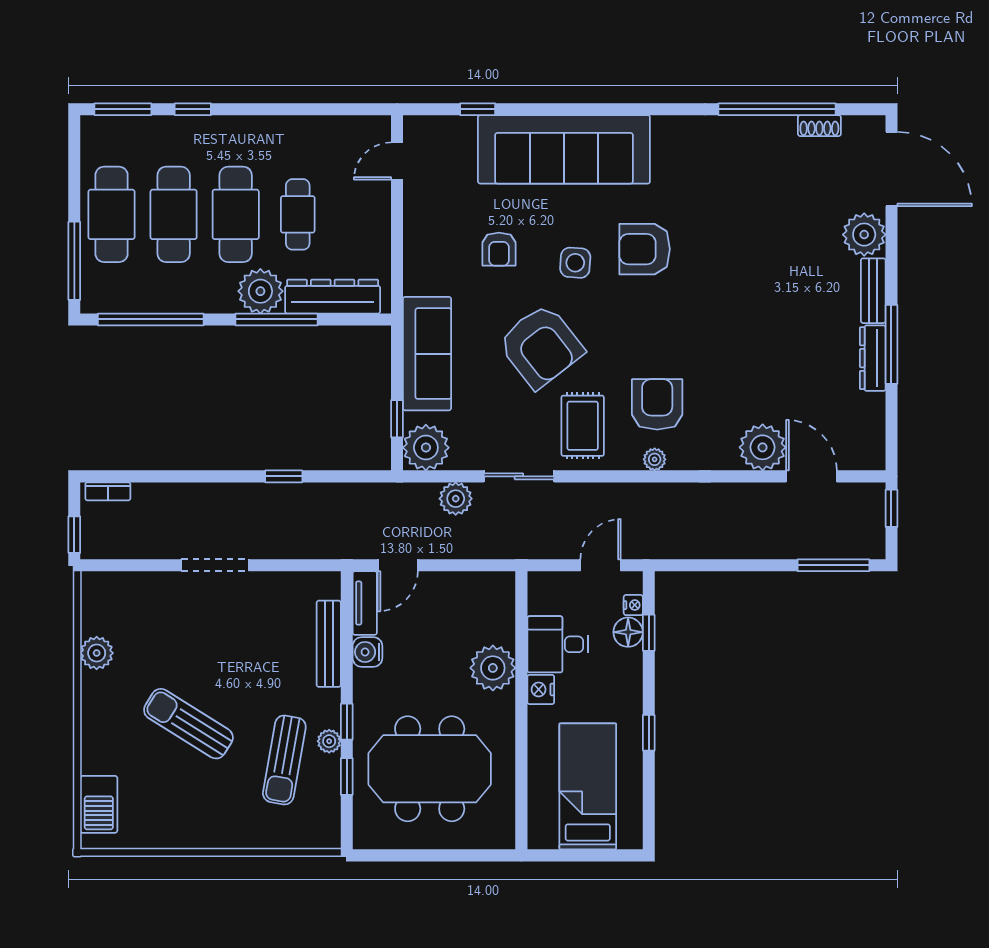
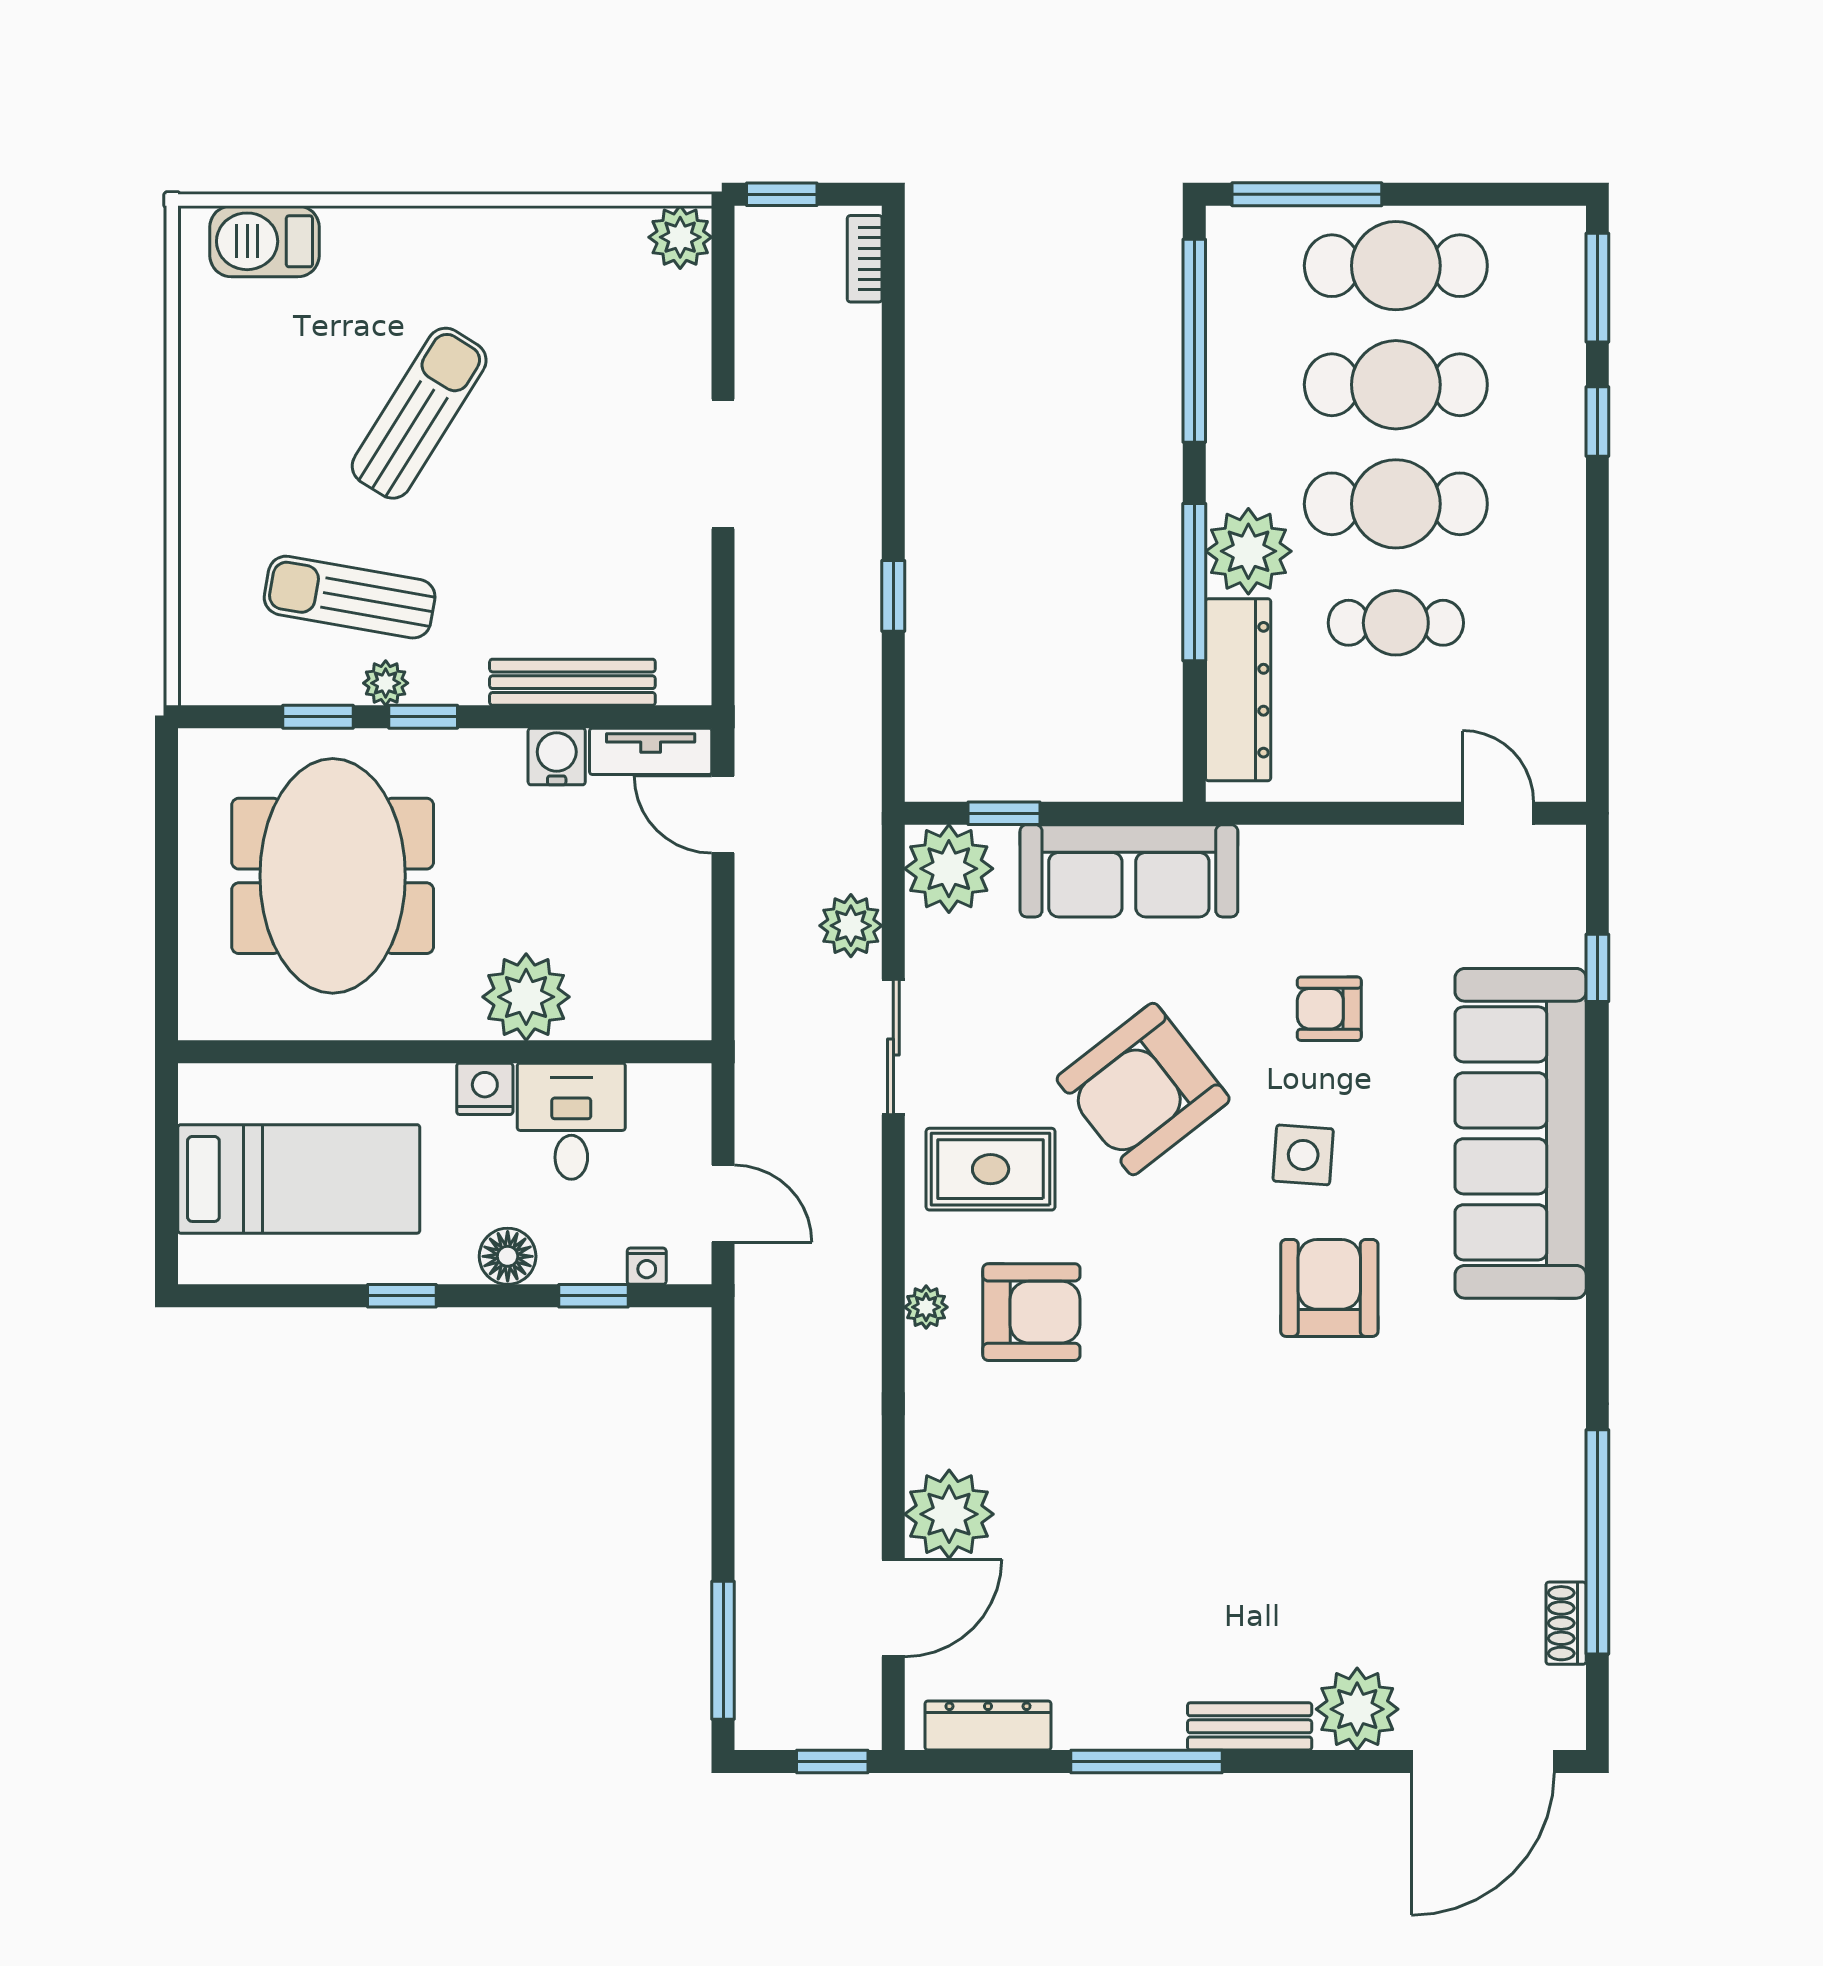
dresser: (873, 358) -> (988, 1725), moved
floor lamp: (628, 632) -> (508, 1256), moved
plant: (97, 653) -> (680, 237), moved

